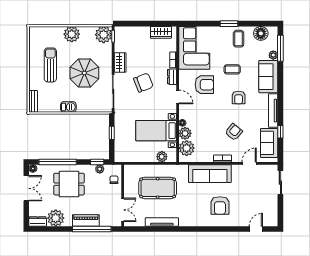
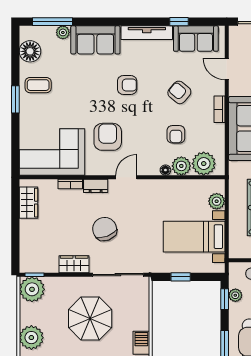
coffee table: (232, 69) -> (85, 95), removed
armchair: (206, 130) -> (176, 134), added
bed with nightstands: (156, 131) -> (194, 237), moved, turned 90

